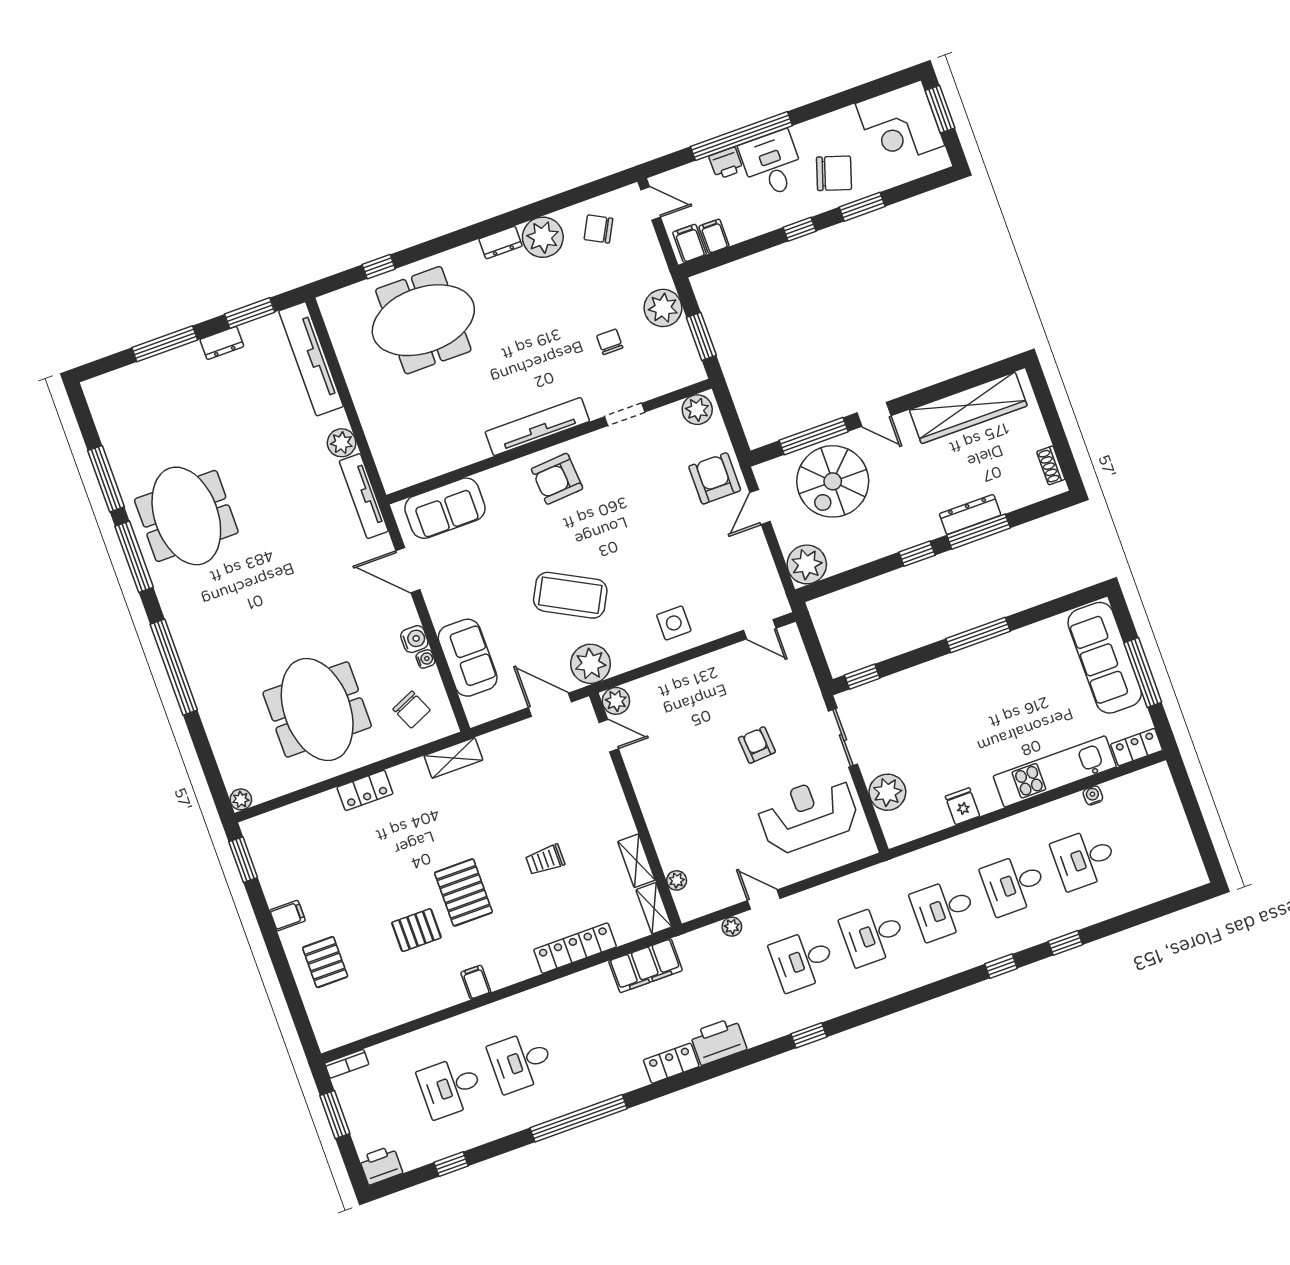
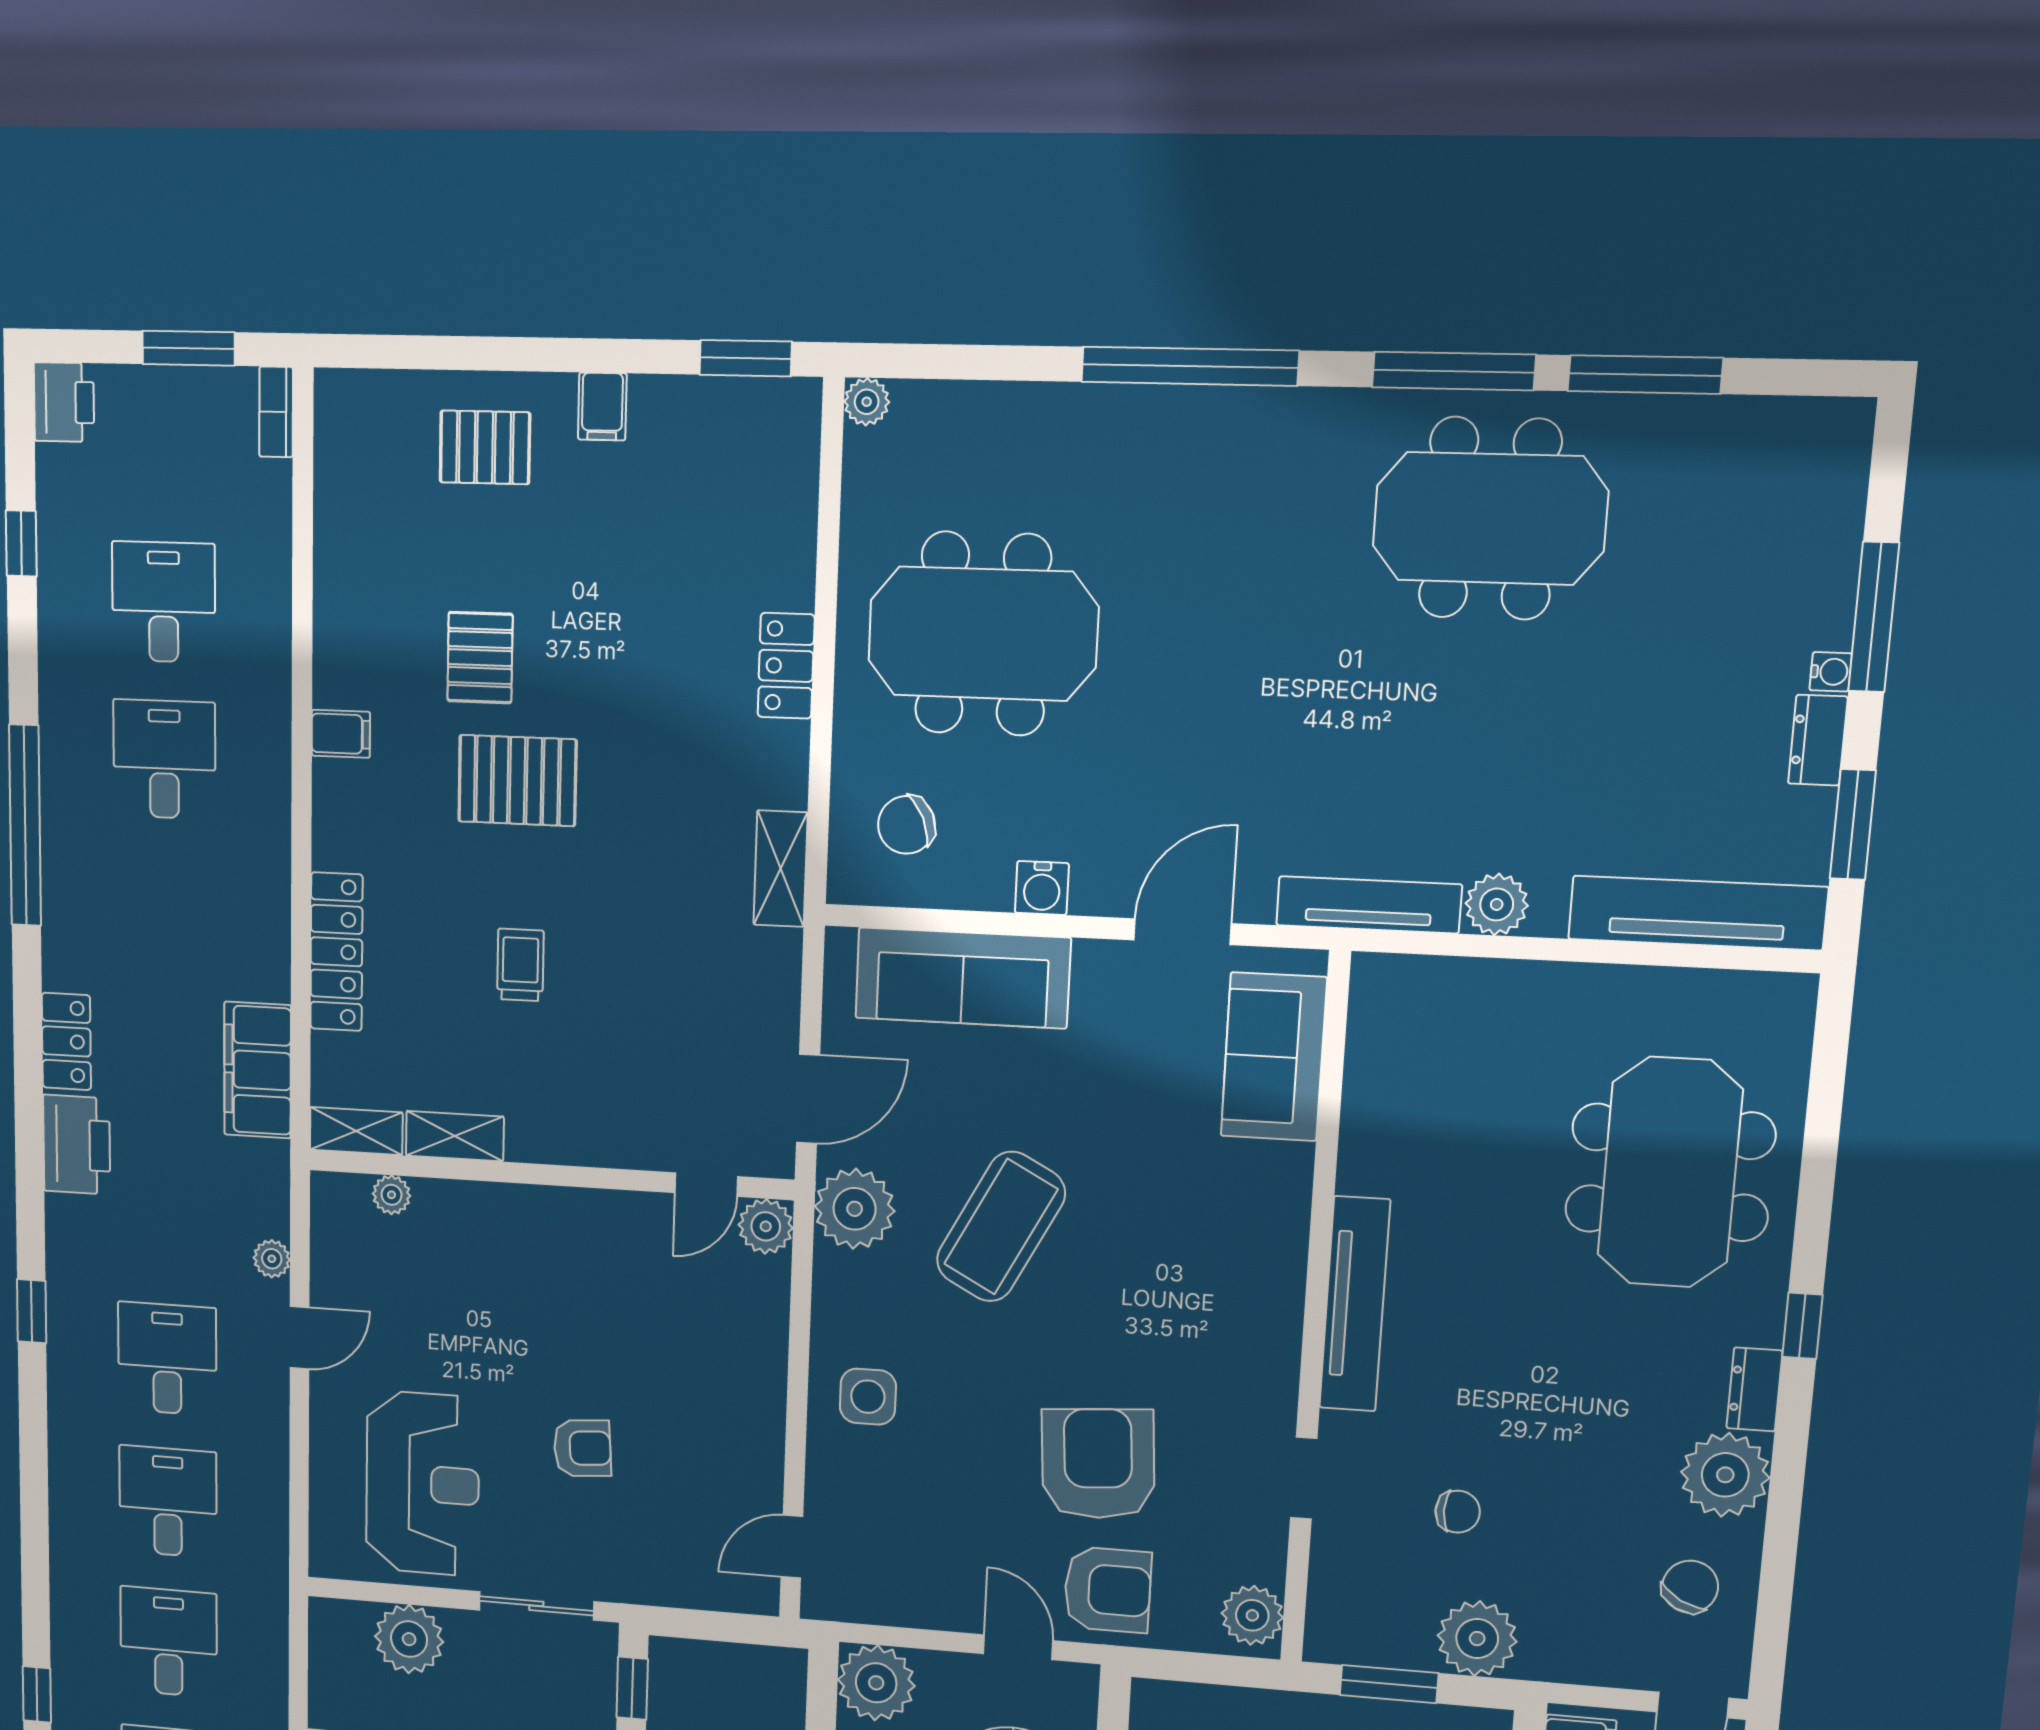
window: (379, 267) -> (1802, 1326), moved
armchair: (557, 479) -> (1098, 1464), moved, width x1.36, depth x1.36
sofa: (468, 658) -> (963, 978), width x1.36
water cooler: (425, 659) -> (1831, 672), moved, turned -90

